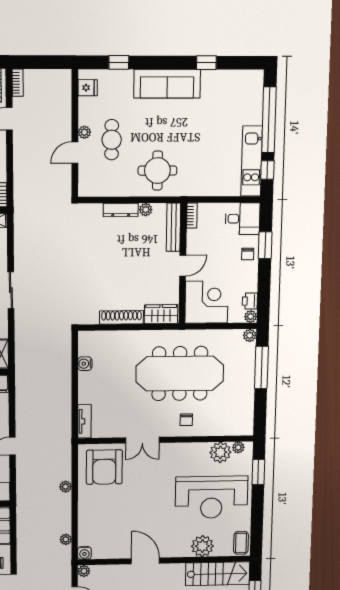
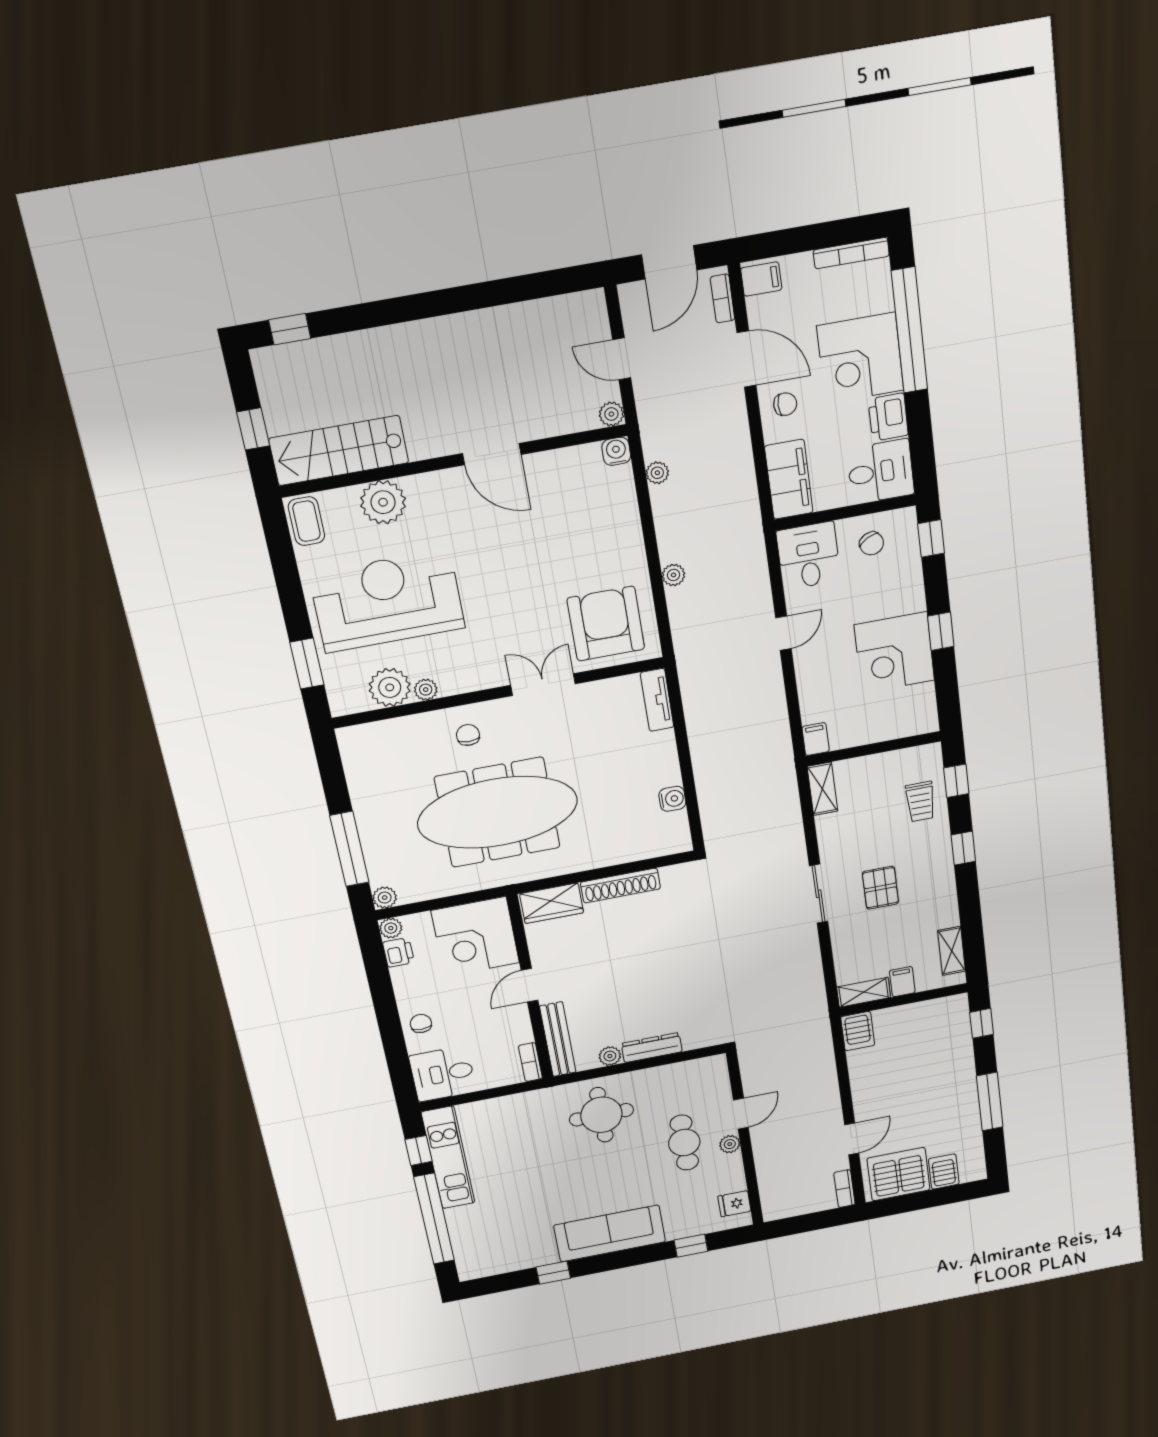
window: (265, 245) -> (394, 1042), removed
plant: (238, 447) -> (426, 690), moved

